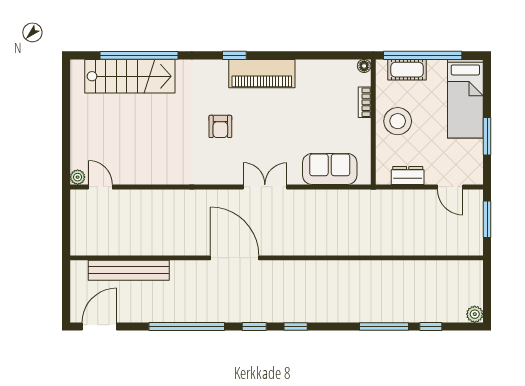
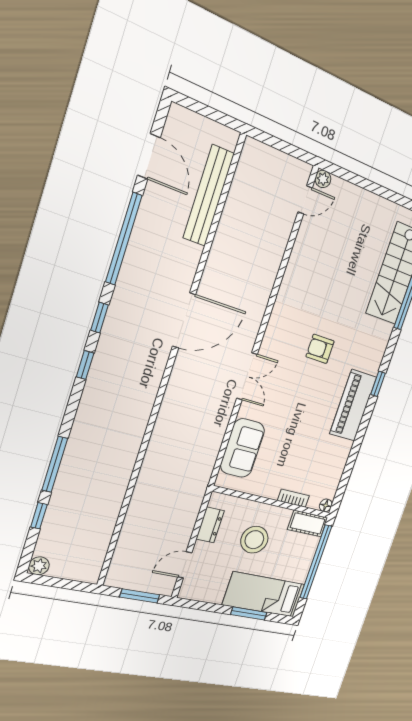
cot: (407, 70) -> (308, 523), moved, turned 90
stool: (398, 121) -> (254, 540), moved
window: (487, 136) -> (249, 613), moved
door: (99, 326) -> (149, 156), moved

